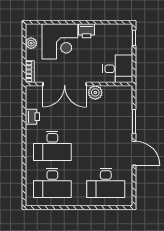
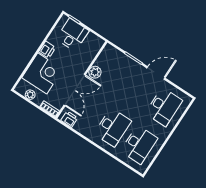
desk: (118, 69) -> (73, 35), moved
printer: (32, 117) -> (69, 119), moved

